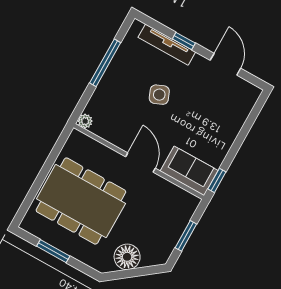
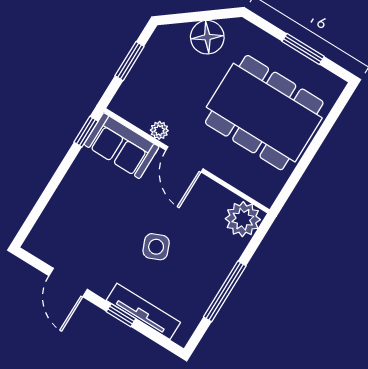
plant: (85, 121) -> (243, 219), width x1.87, depth x1.87
plant: (161, 184) -> (159, 130), added

